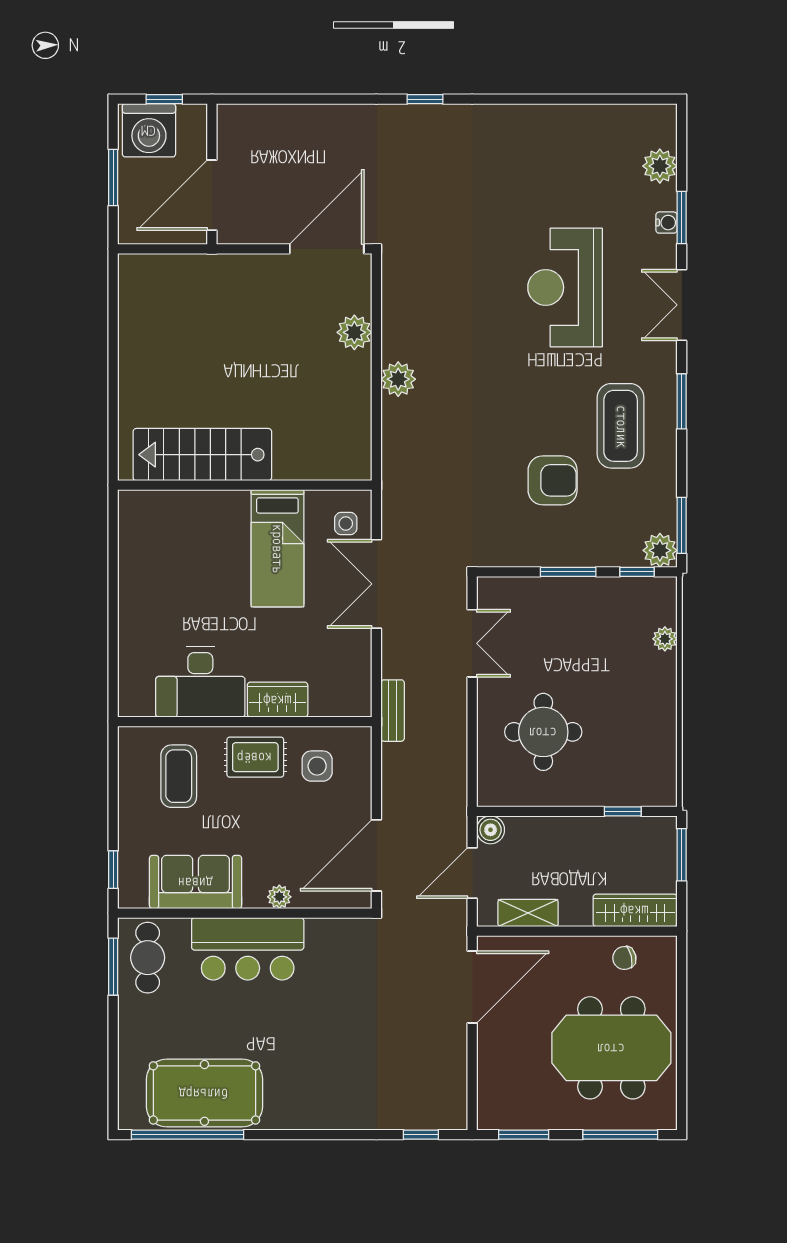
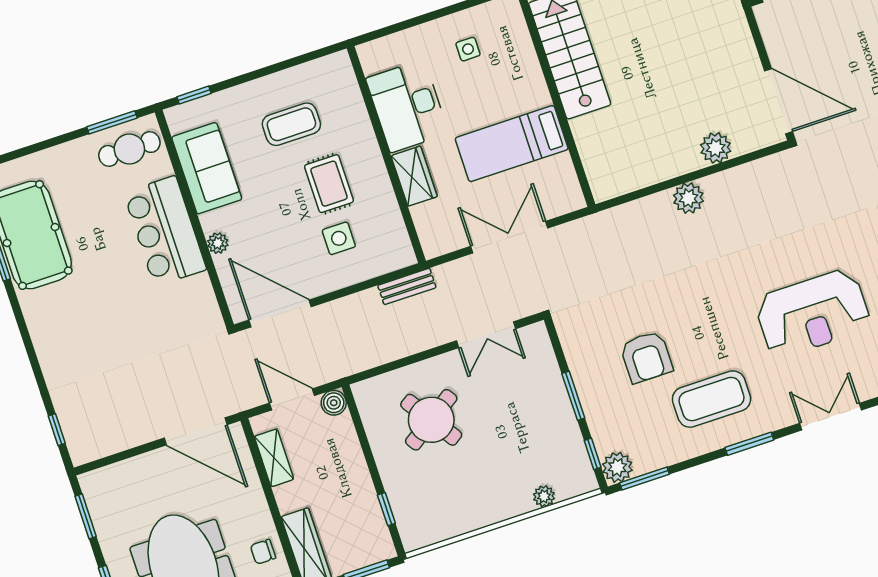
reception desk: (565, 287) -> (813, 313), turned 180
side table: (346, 524) -> (468, 49), moved
desk: (200, 682) -> (407, 106), moved
wardrobe: (278, 700) -> (414, 176), moved
wall: (245, 722) -> (386, 155), moved
round table: (543, 732) -> (431, 420), turned -34
chair: (624, 958) -> (263, 552), turned -77

